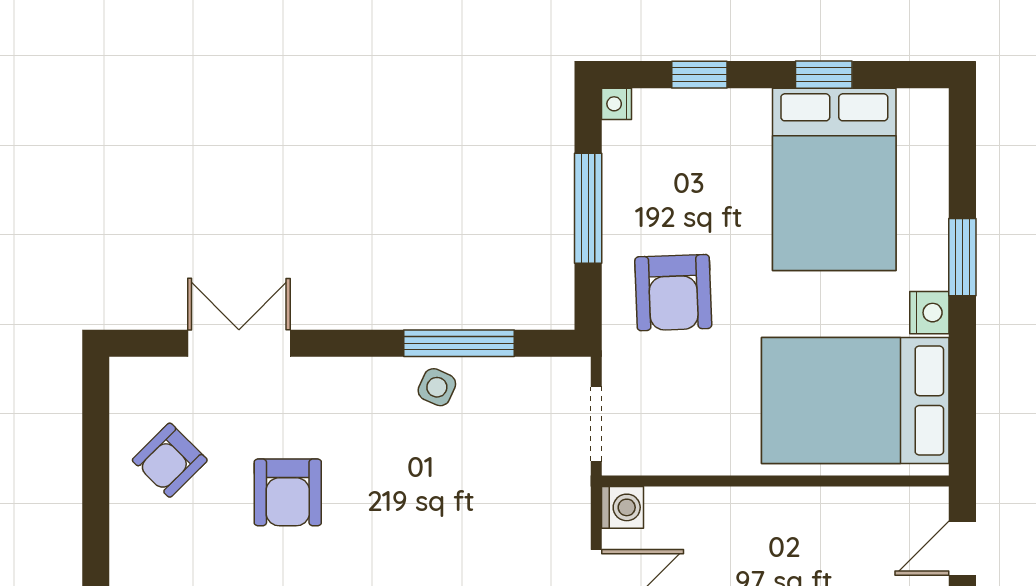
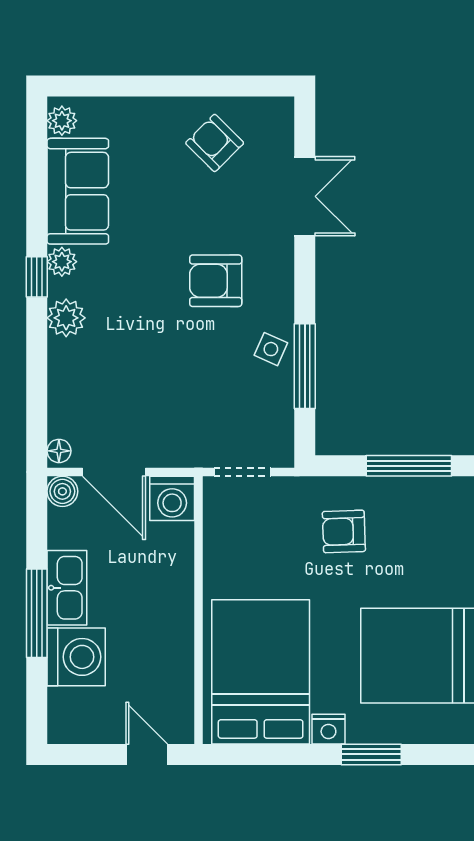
armchair: (673, 293) -> (344, 531), width x0.72, depth x0.72
armchair: (288, 492) -> (216, 281), moved
washing machine: (623, 507) -> (172, 498), width x1.38, depth x1.38

